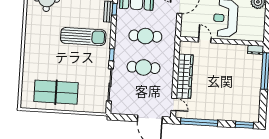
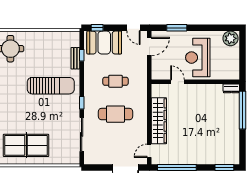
cafe table: (145, 36) -> (115, 81), width x0.73, depth x0.74
door: (174, 105) -> (149, 151), swing flipped

